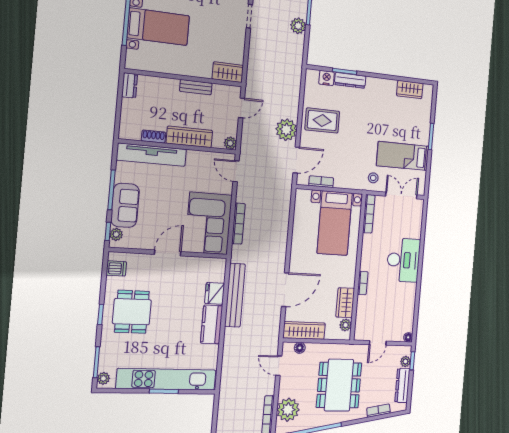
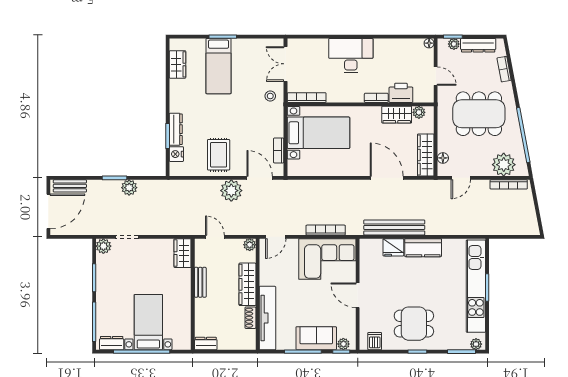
bed: (403, 156) -> (219, 66), moved
printer: (365, 308) -> (401, 93), added

